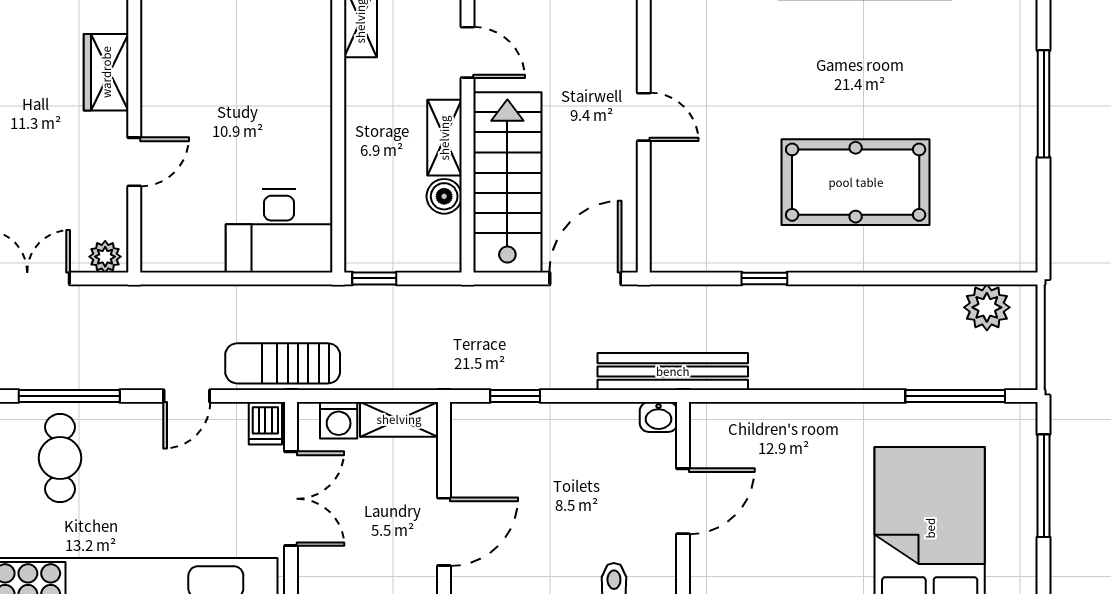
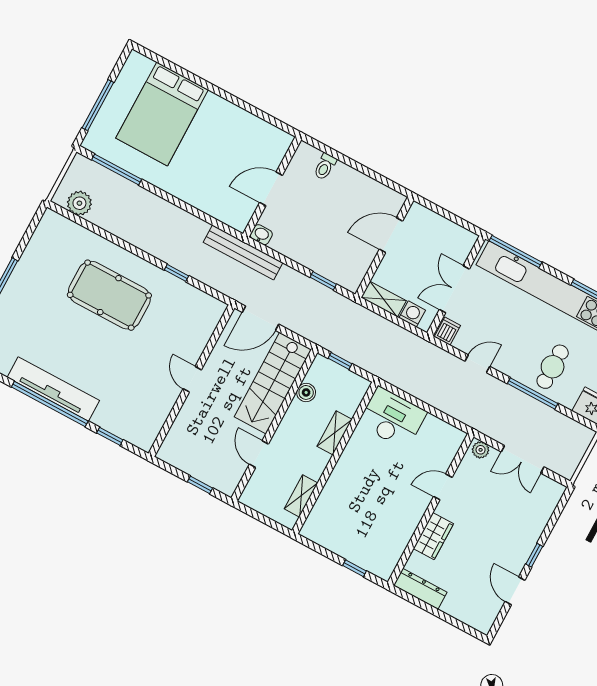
shelving: (444, 138) -> (335, 433), moved
window: (374, 278) -> (340, 361), moved
sun lounger: (283, 363) -> (424, 355), removed

